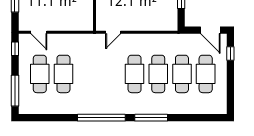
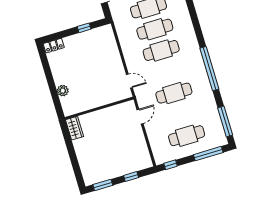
door: (39, 32) -> (140, 117), moved
cafe table: (63, 74) -> (174, 93), moved
window: (151, 118) -> (225, 121), moved

